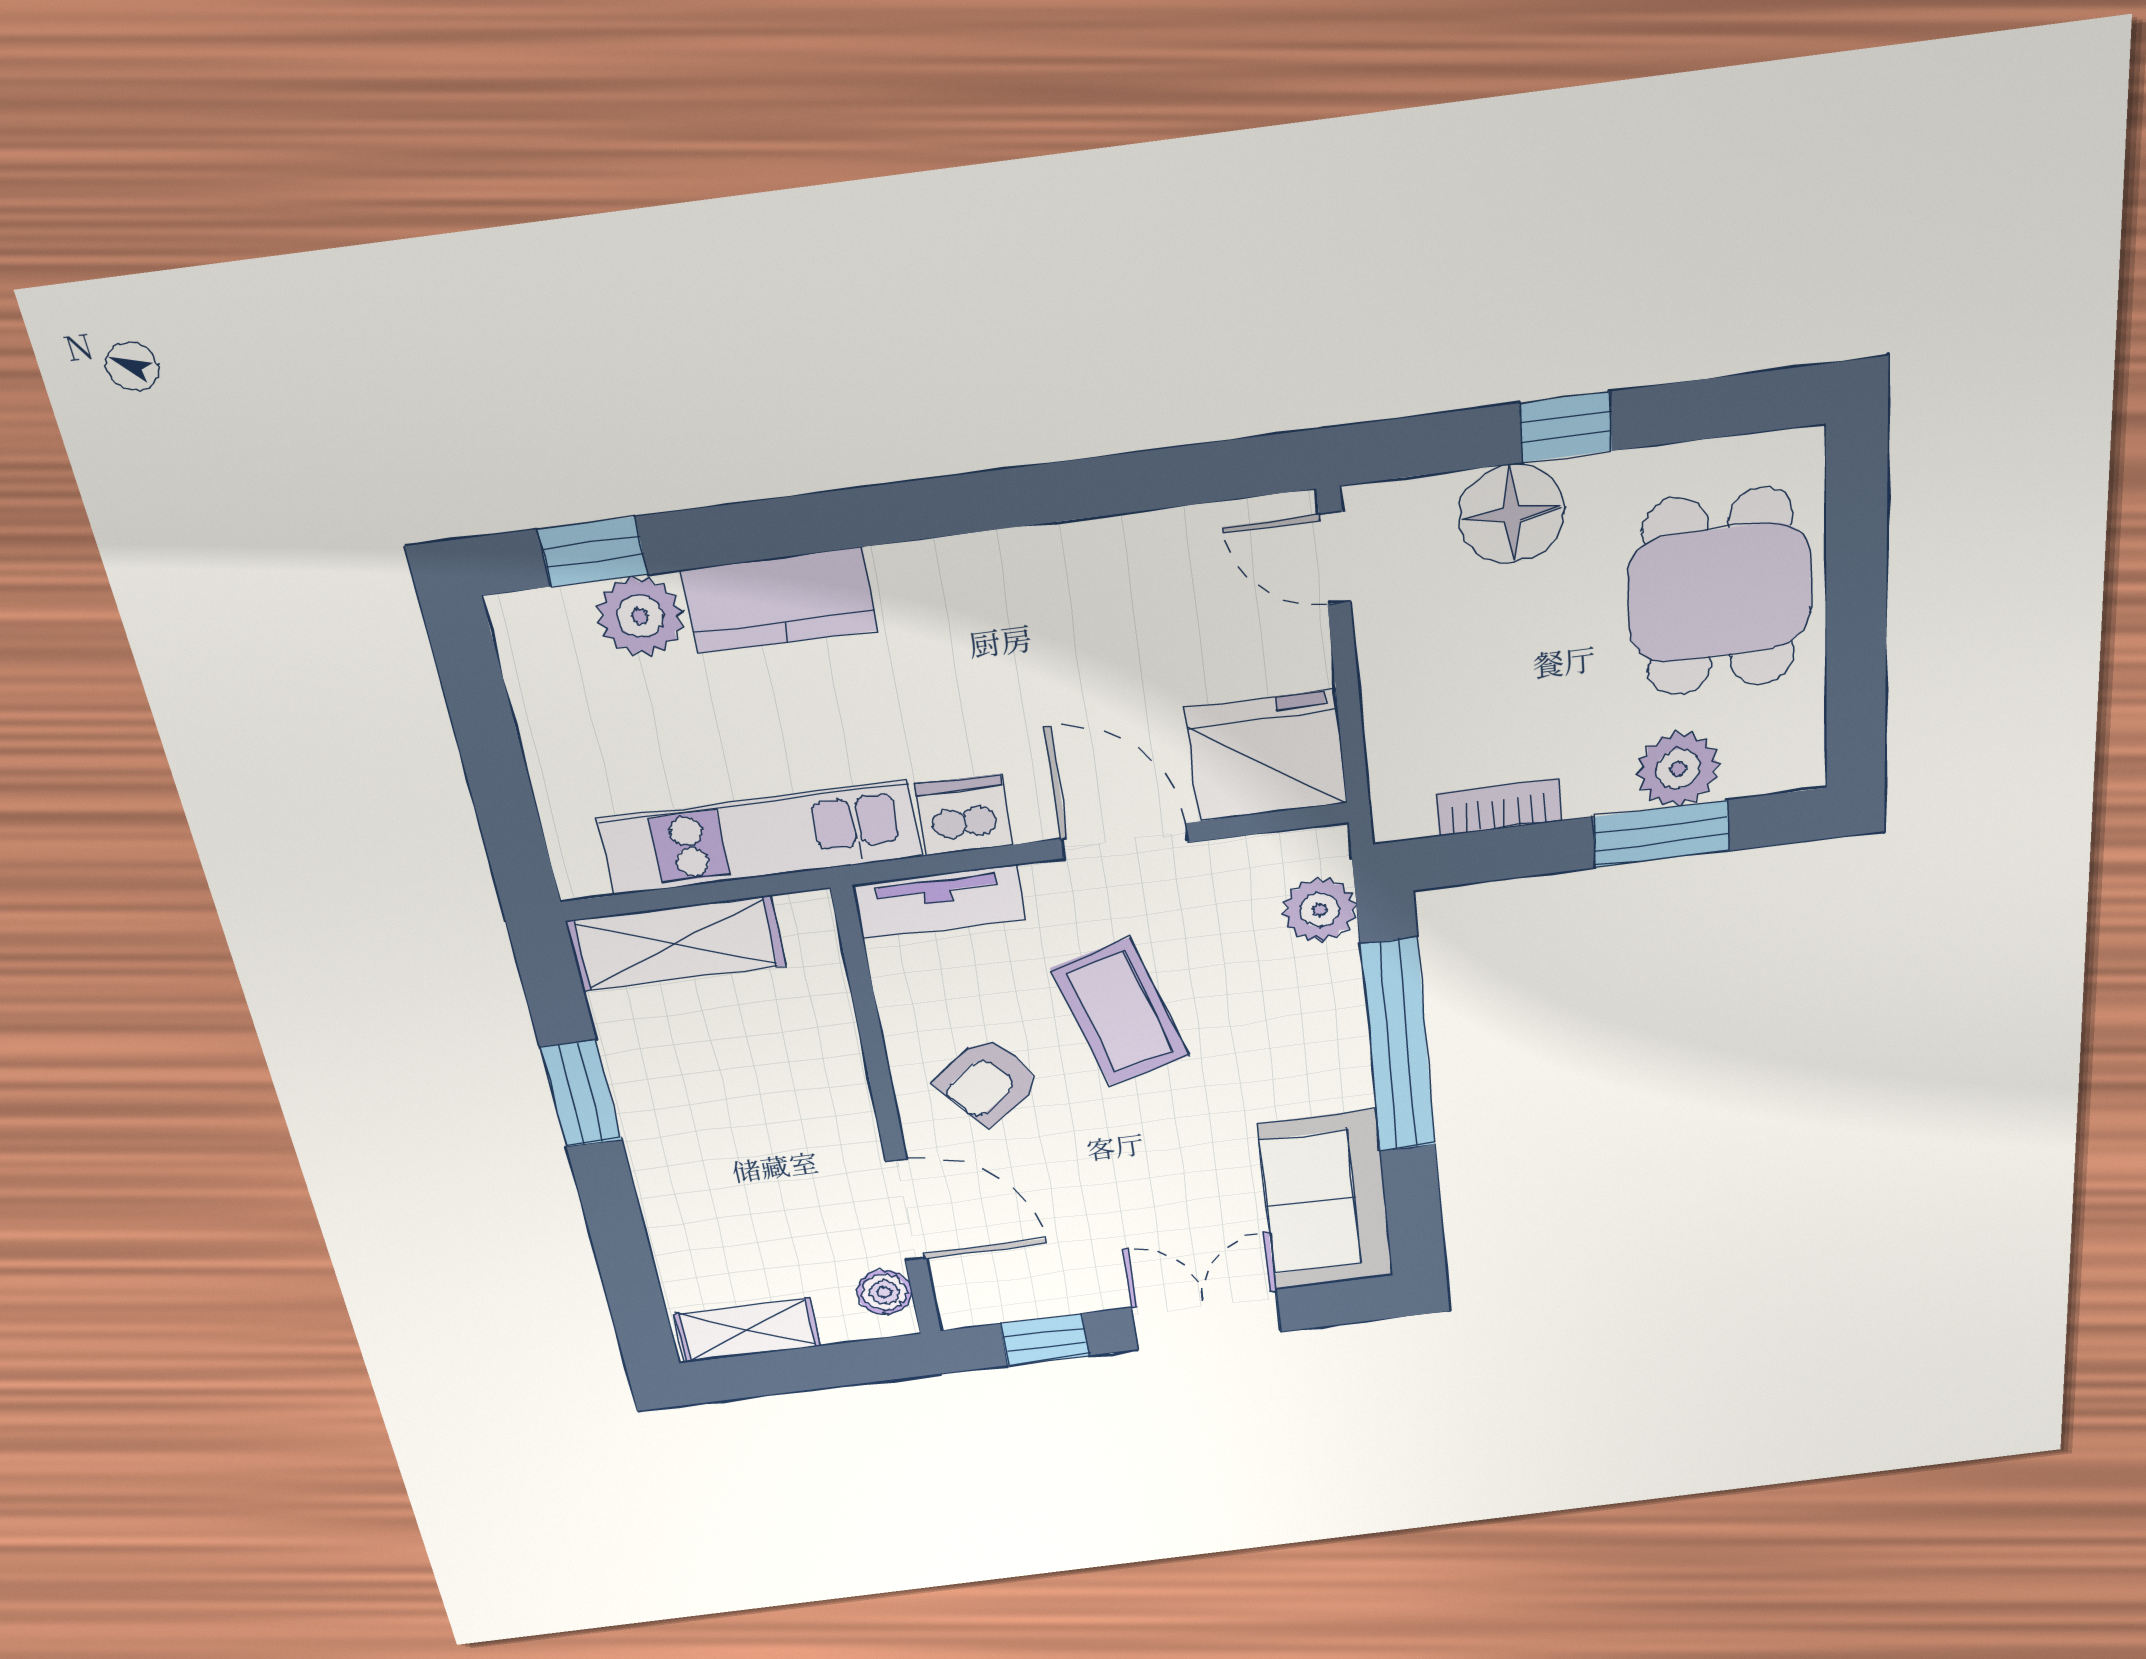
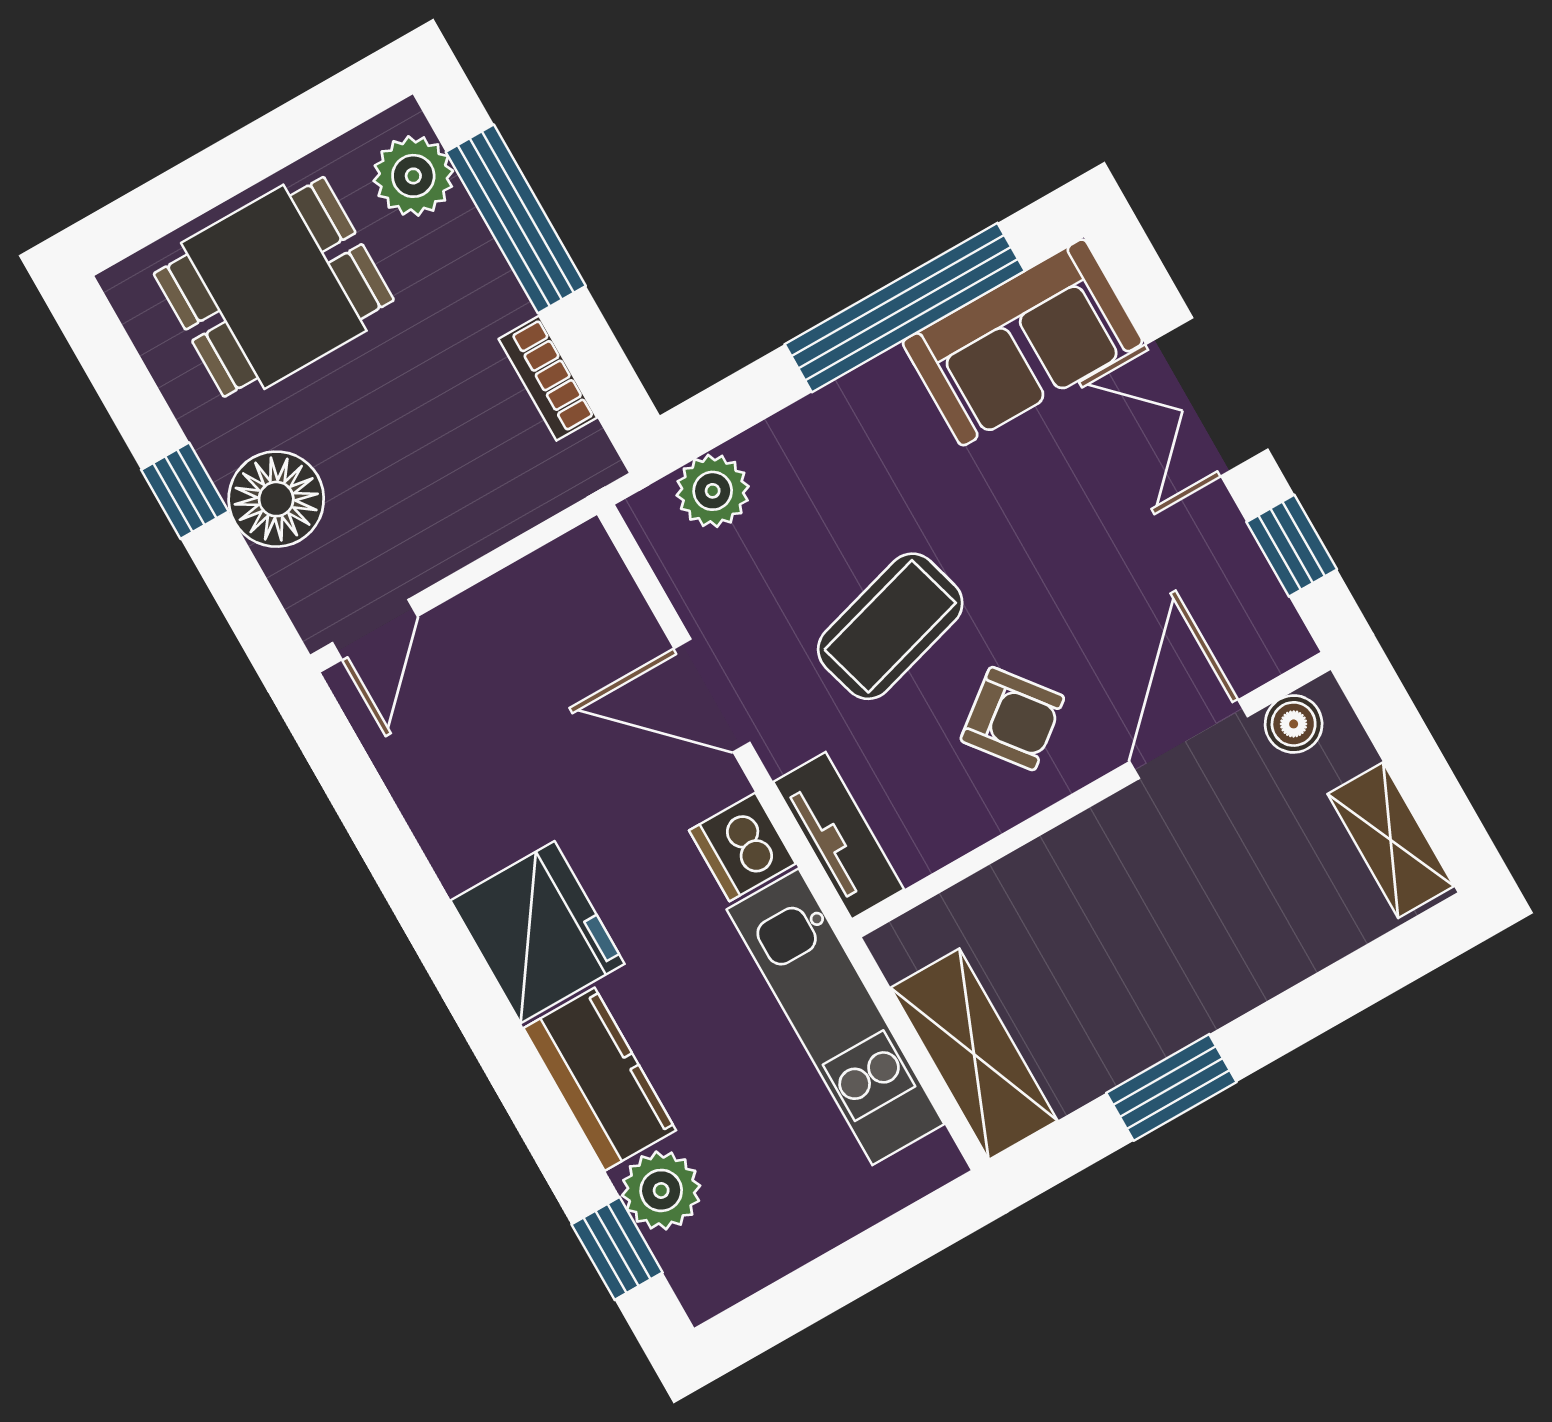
fridge: (1266, 756) -> (538, 932), moved, turned 180
plant: (1678, 769) -> (413, 176), moved
window: (1661, 834) -> (516, 219), width x1.44
door: (1125, 841) -> (712, 695), hinge flipped
window: (1398, 1046) -> (905, 308), moved

